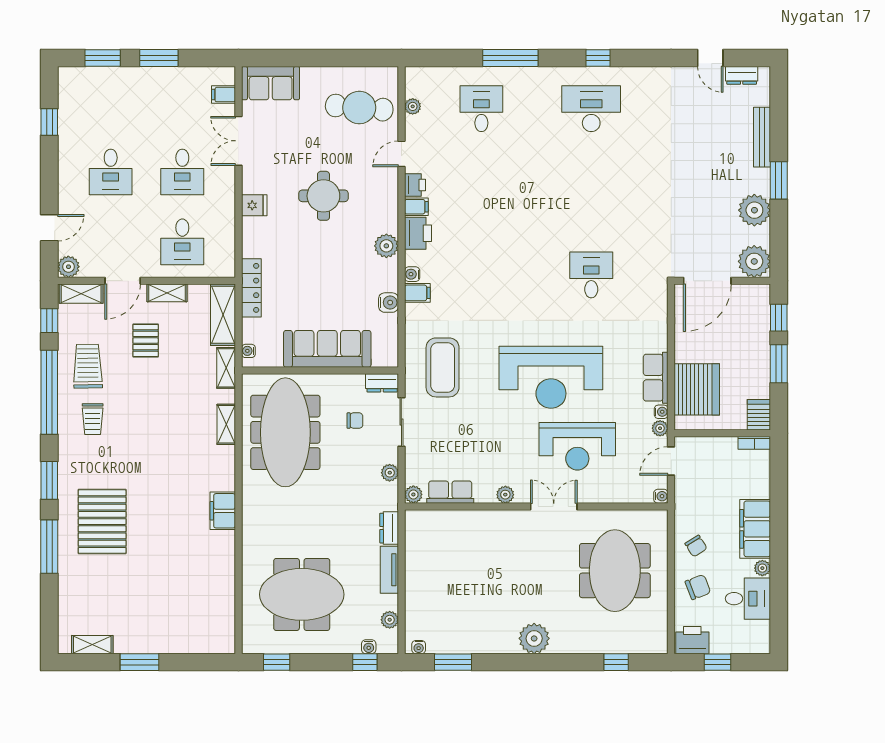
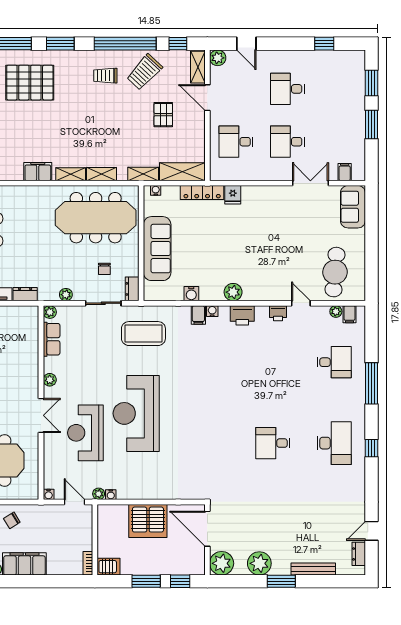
round table: (323, 196) -> (270, 246), removed
fridge: (254, 205) -> (233, 195), moved
filing cabinet: (416, 207) -> (349, 314), moved
desk: (591, 275) -> (273, 443), moved, turned 180
shelving: (167, 293) -> (71, 174), moved, turned 90
pallet: (146, 341) -> (163, 115), turned 90
trolley: (88, 366) -> (144, 72), turned 134
row of seats: (656, 378) -> (136, 491), removed
server rack: (697, 389) -> (148, 521), moved

